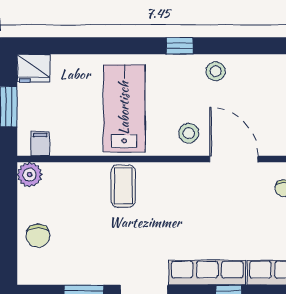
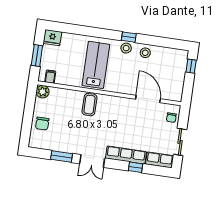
stool: (189, 133) -> (126, 48), moved

